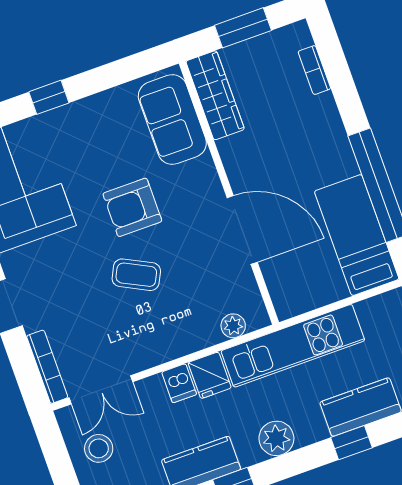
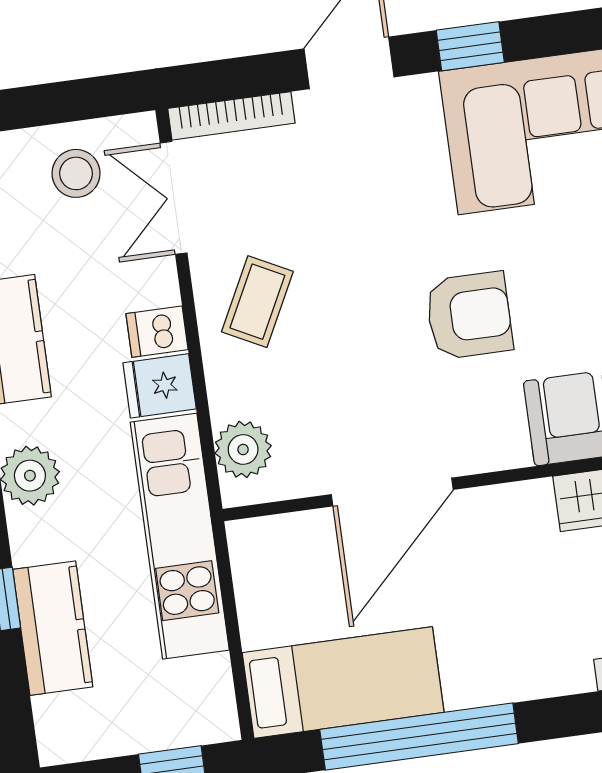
armchair: (132, 207) -> (469, 315), turned 90
coffee table: (136, 275) -> (257, 302), moved
plant: (233, 326) -> (243, 449), width x1.38, depth x1.38

